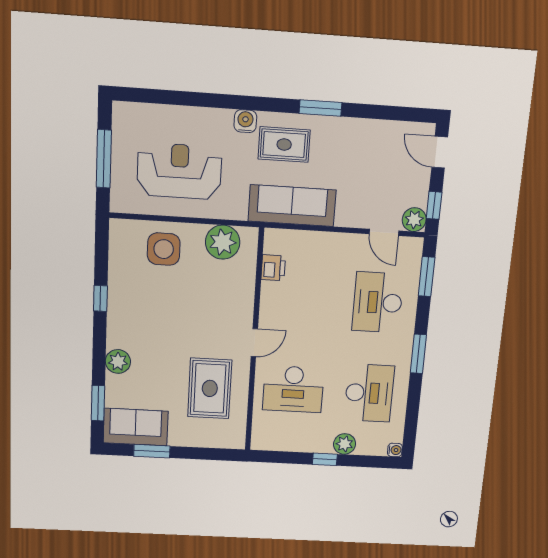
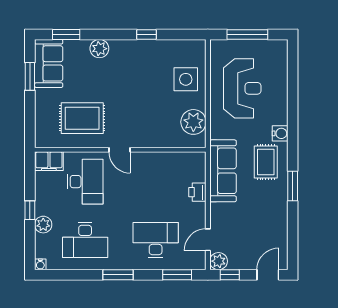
printer: (273, 268) -> (197, 192), moved, turned 90
desk: (293, 389) -> (85, 182), turned 180
filing cabinet: (263, 433) -> (49, 161), added

